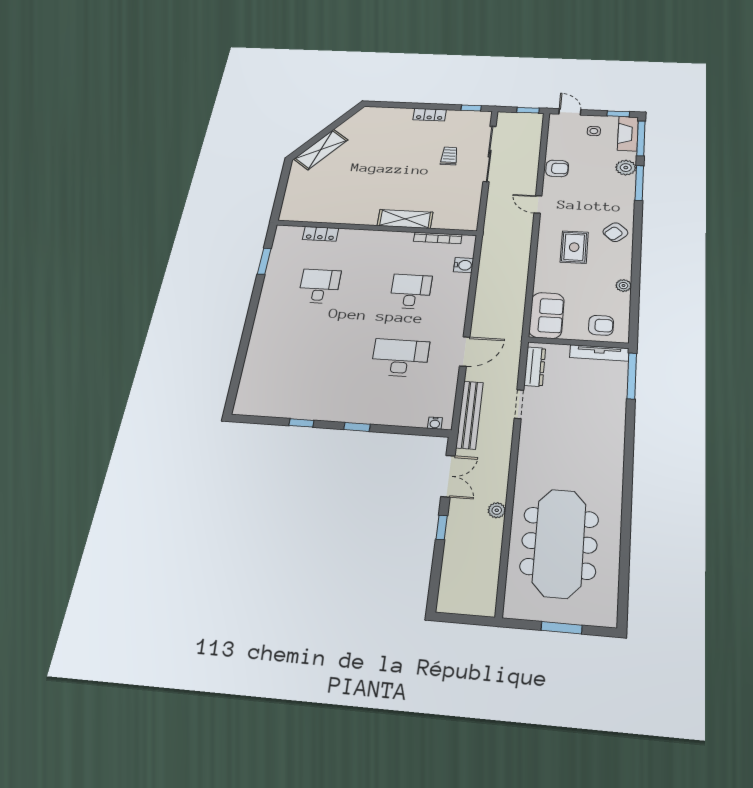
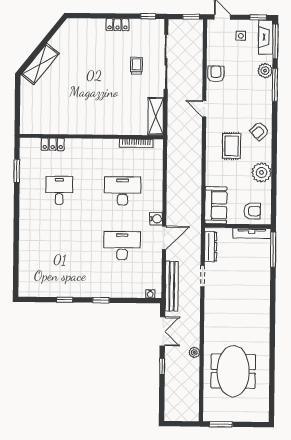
armchair: (557, 168) -> (216, 74), turned -90
shelving: (405, 219) -> (156, 116), moved, turned 90
water cooler: (464, 265) -> (156, 219), moved
plant: (623, 286) -> (261, 173), width x1.88, depth x1.88
desk: (411, 292) -> (123, 191), width x1.37
meeting table: (559, 543) -> (233, 371), width x0.73
window: (562, 628) -> (221, 424), moved

